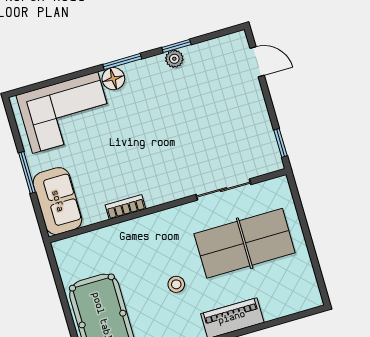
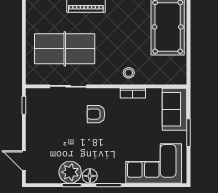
plant: (174, 59) -> (70, 172), width x1.87, depth x1.87
floor lamp: (113, 79) -> (90, 176), moved
armchair: (171, 161) -> (96, 114), added
stool: (176, 284) -> (129, 73), moved

